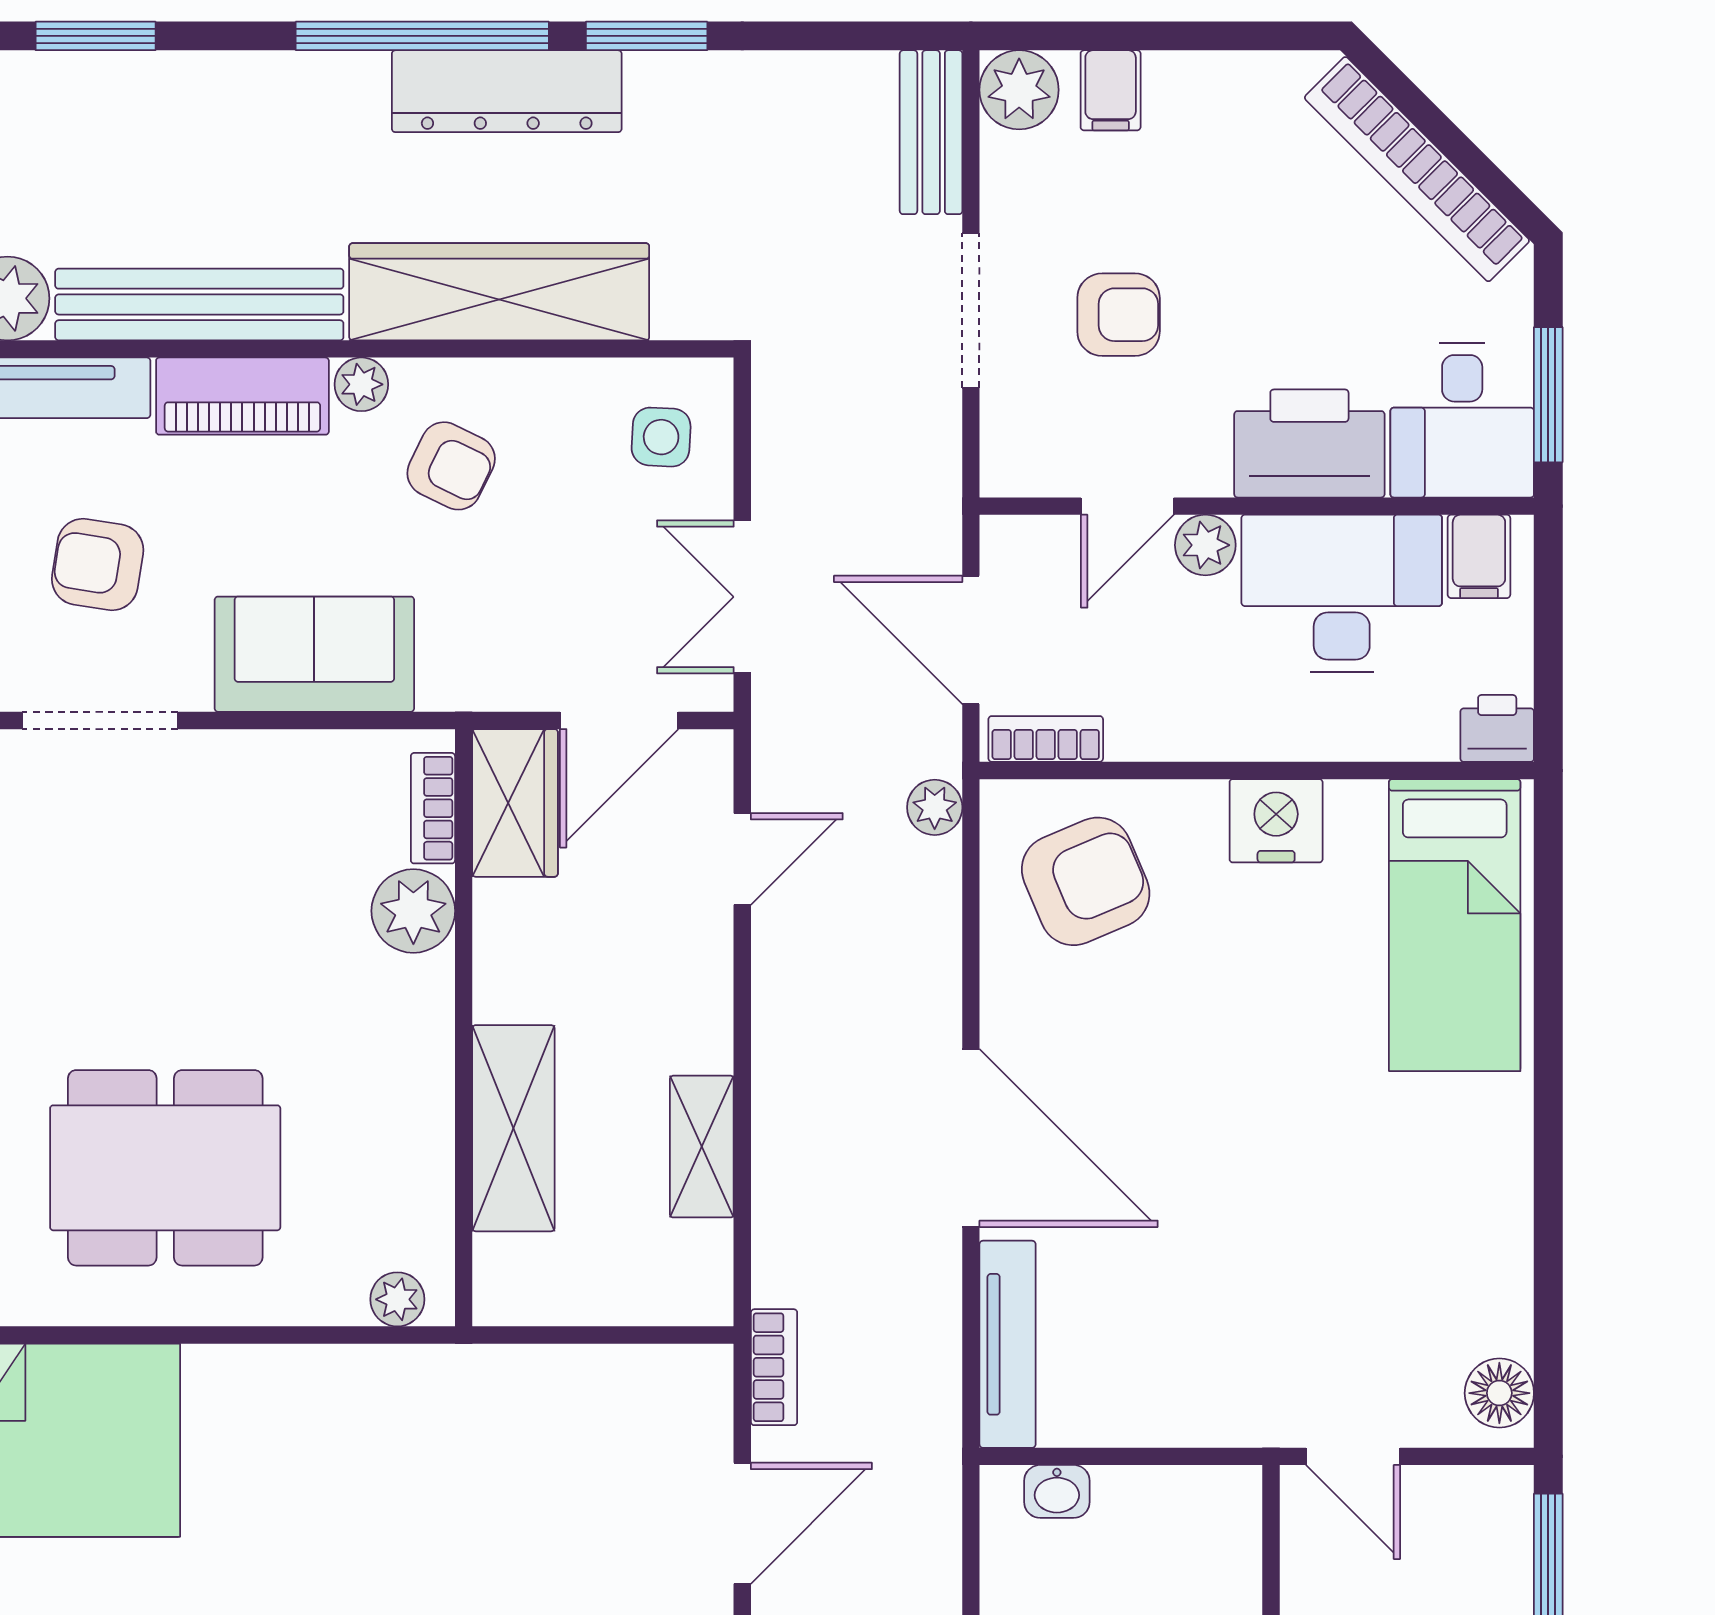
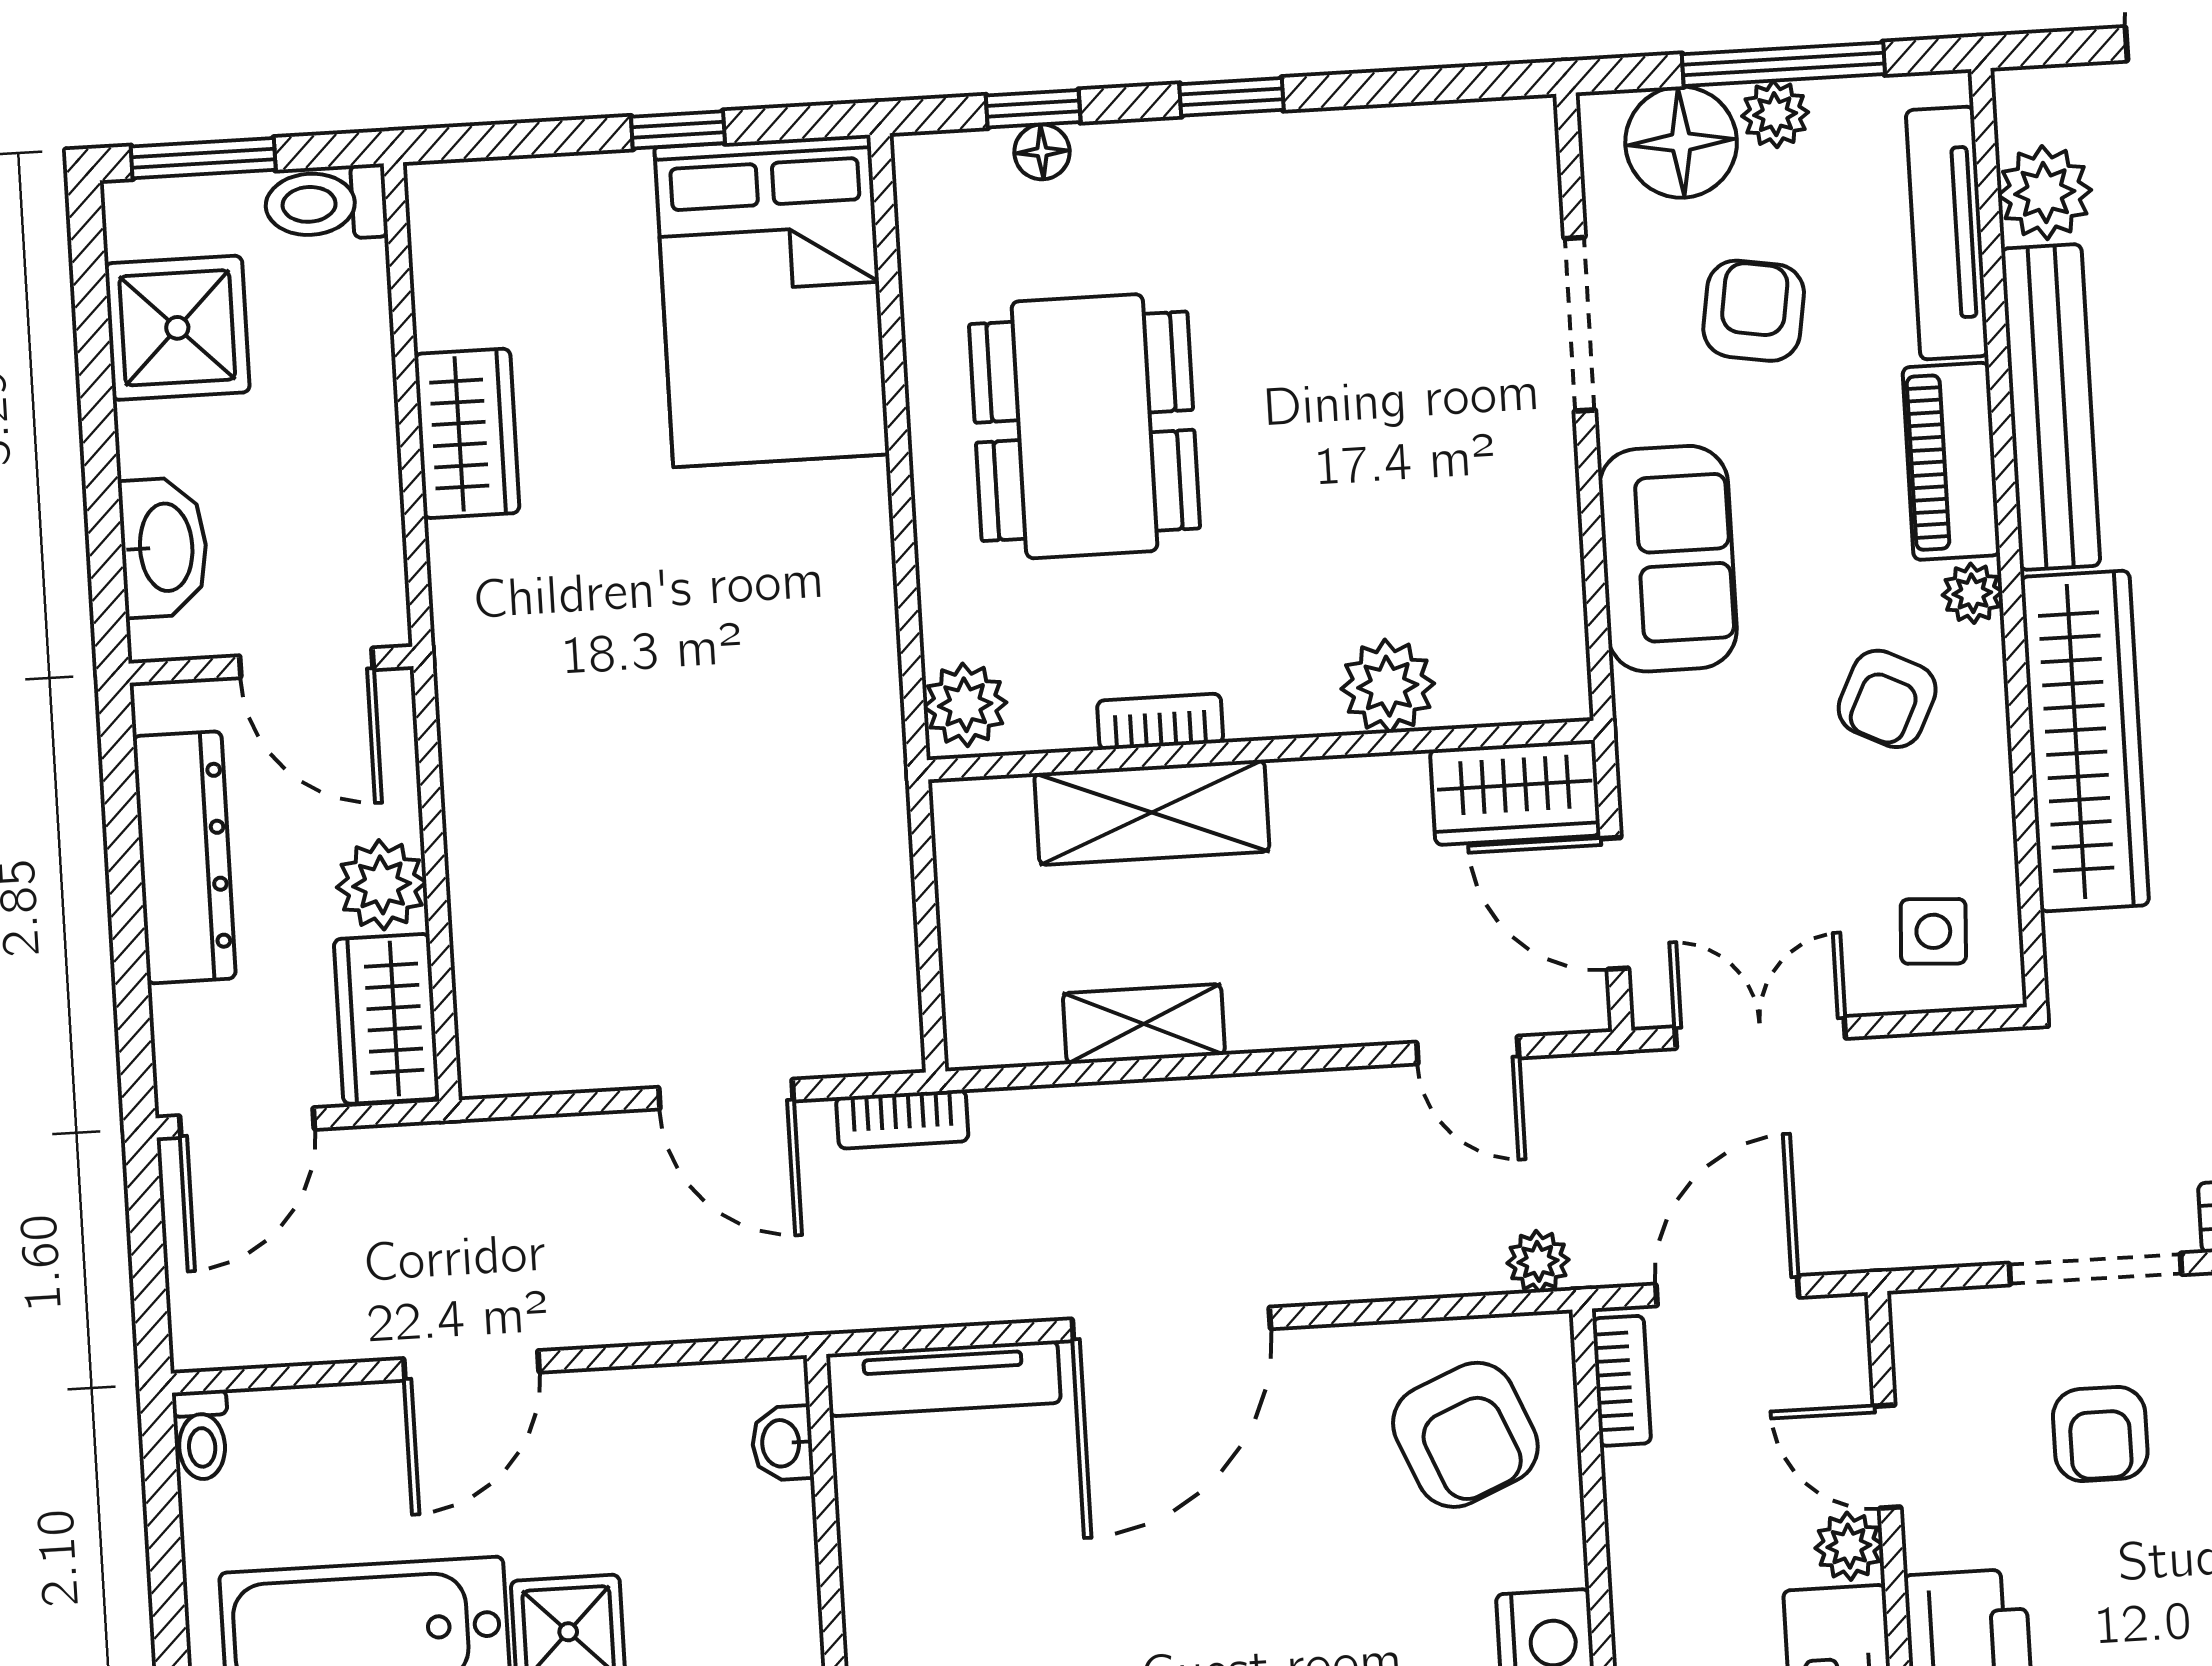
bookcase: (433, 808) -> (1160, 722), moved
plant: (397, 1299) -> (965, 705), width x1.38, depth x1.38

